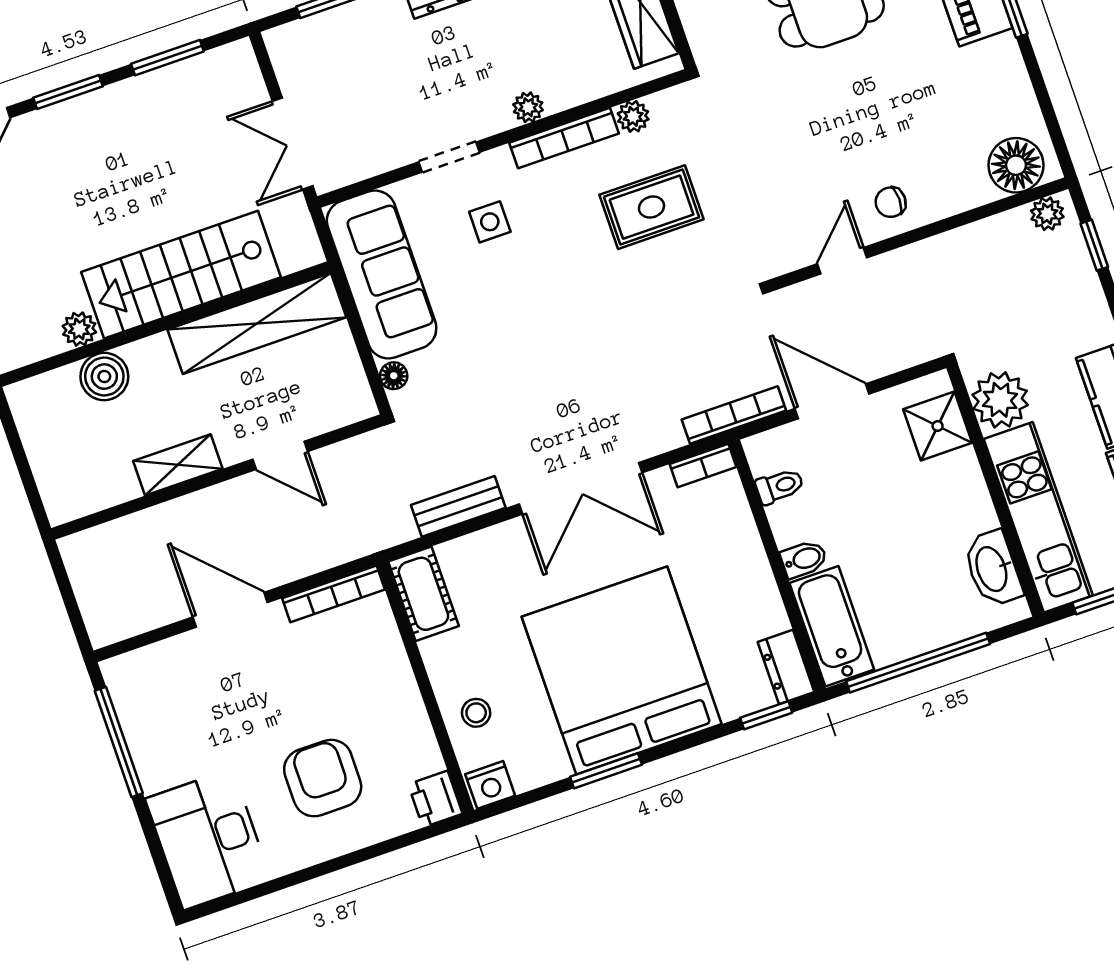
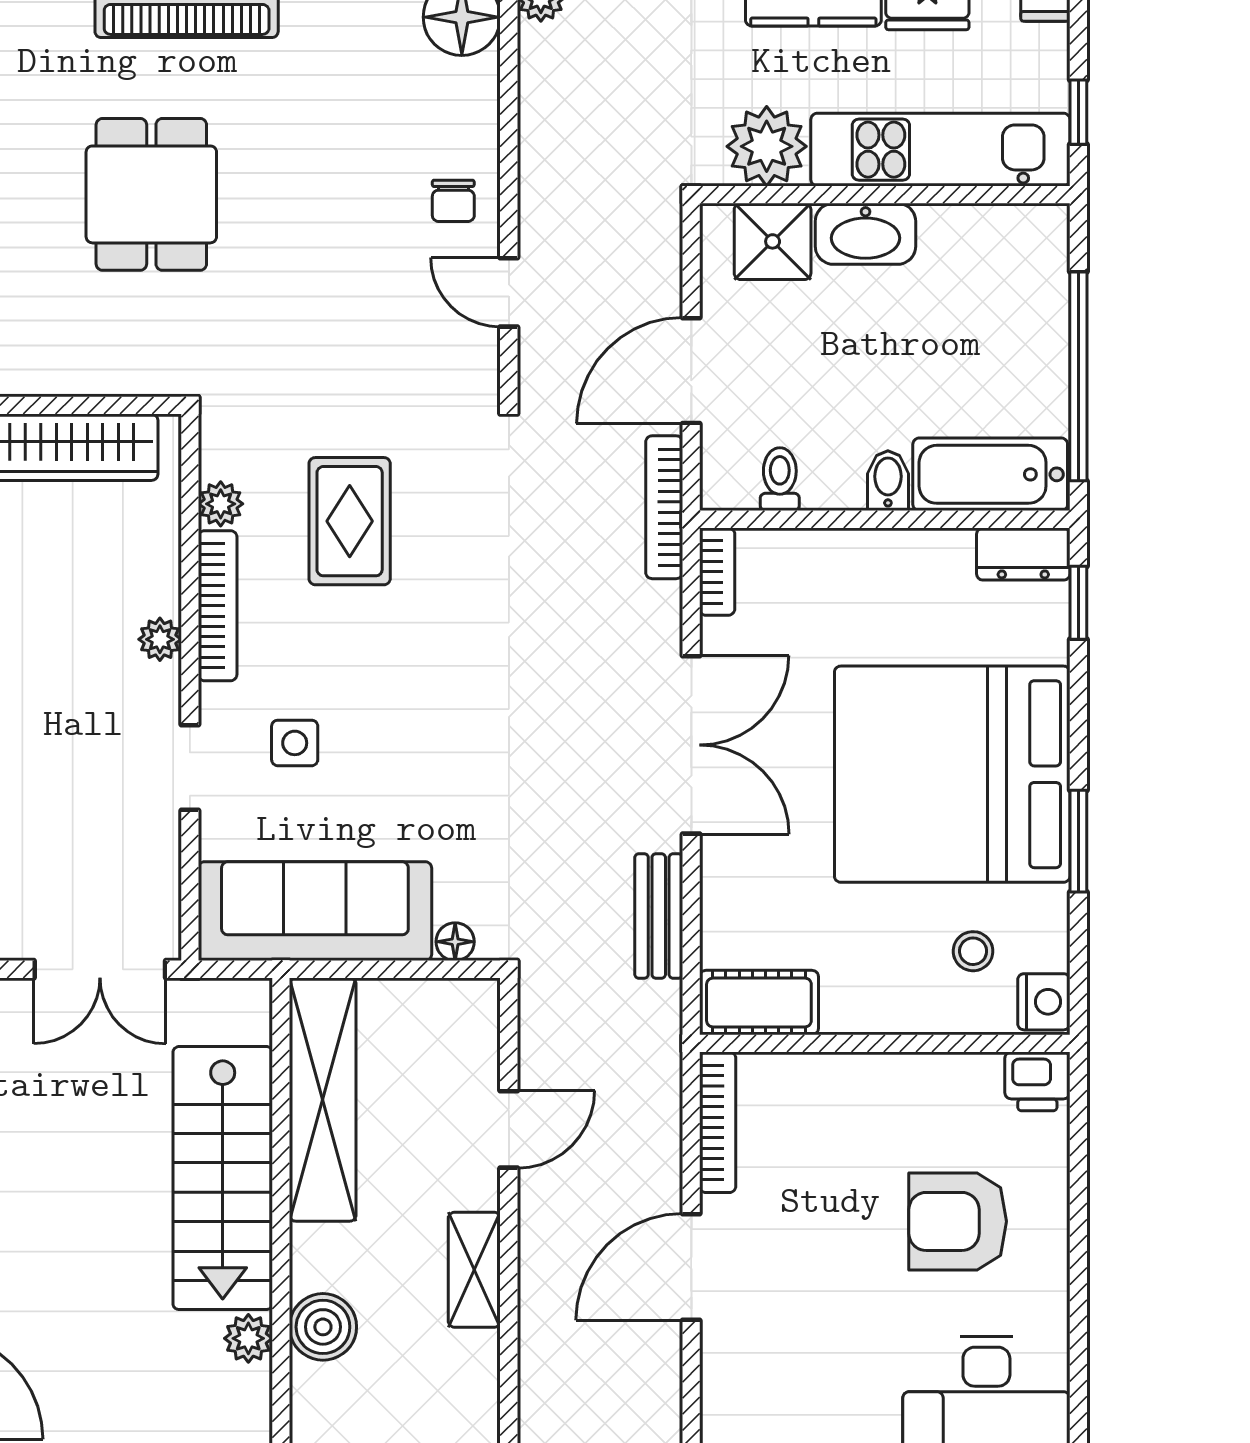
washbasin: (993, 569) -> (865, 234), moved
stool: (476, 713) -> (973, 951), moved

